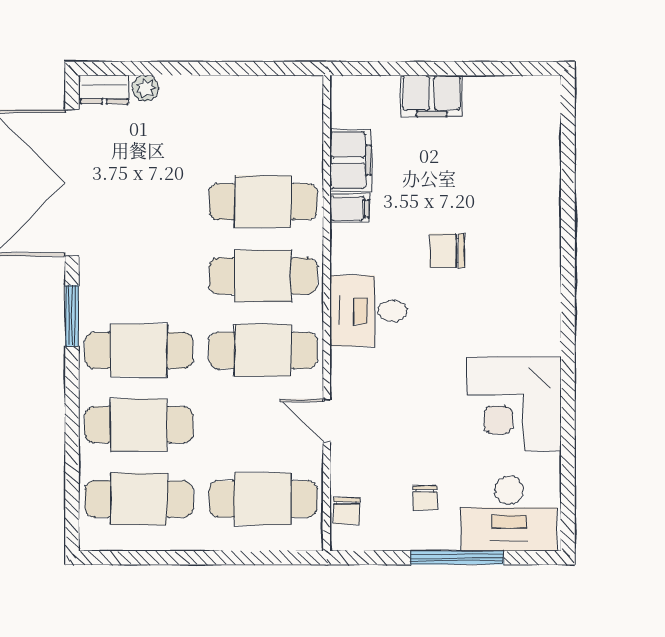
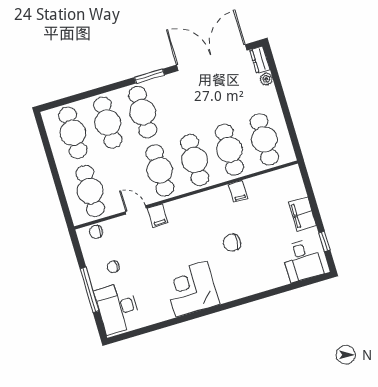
window: (498, 69) -> (324, 241), added
cafe table: (263, 127) -> (264, 139), added
filing cabinet: (351, 160) -> (158, 216), moved, width x0.50
chair: (447, 251) -> (232, 243), turned -90
desk: (368, 311) -> (302, 260), moved, turned 180
corner desk: (514, 404) -> (191, 289), moved
door: (327, 420) -> (136, 210), hinge flipped

